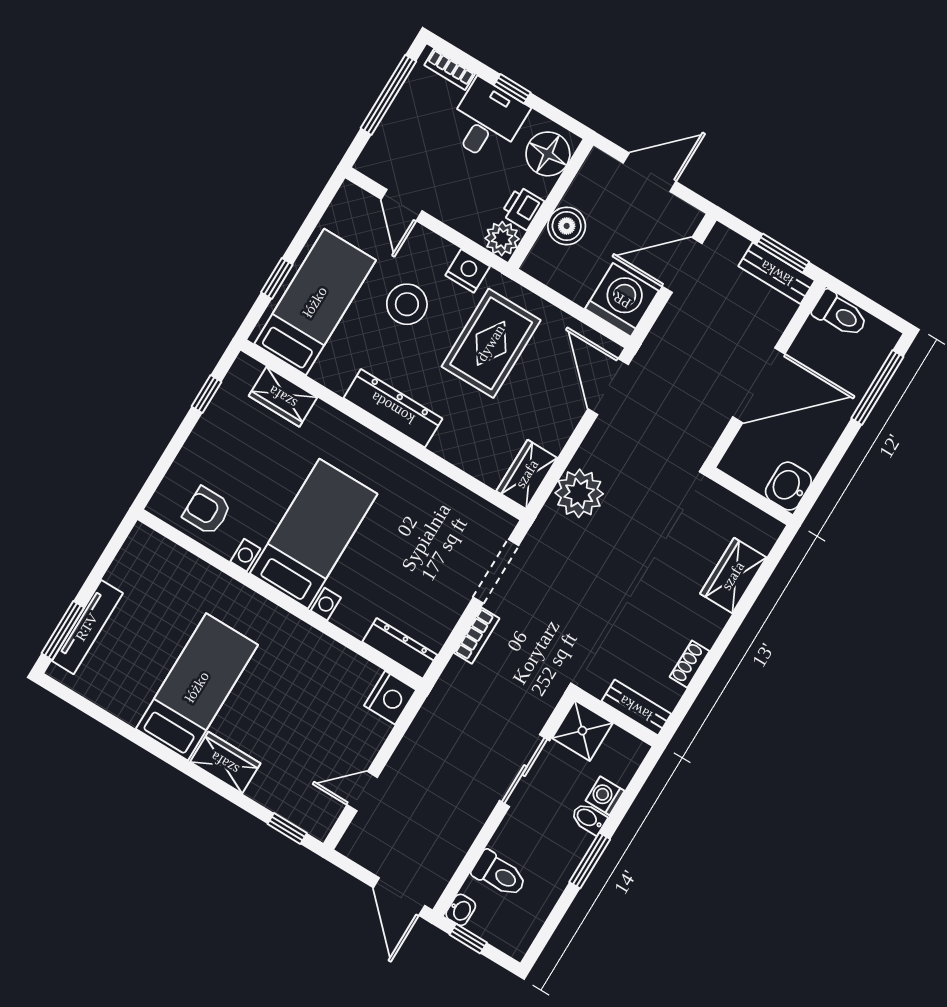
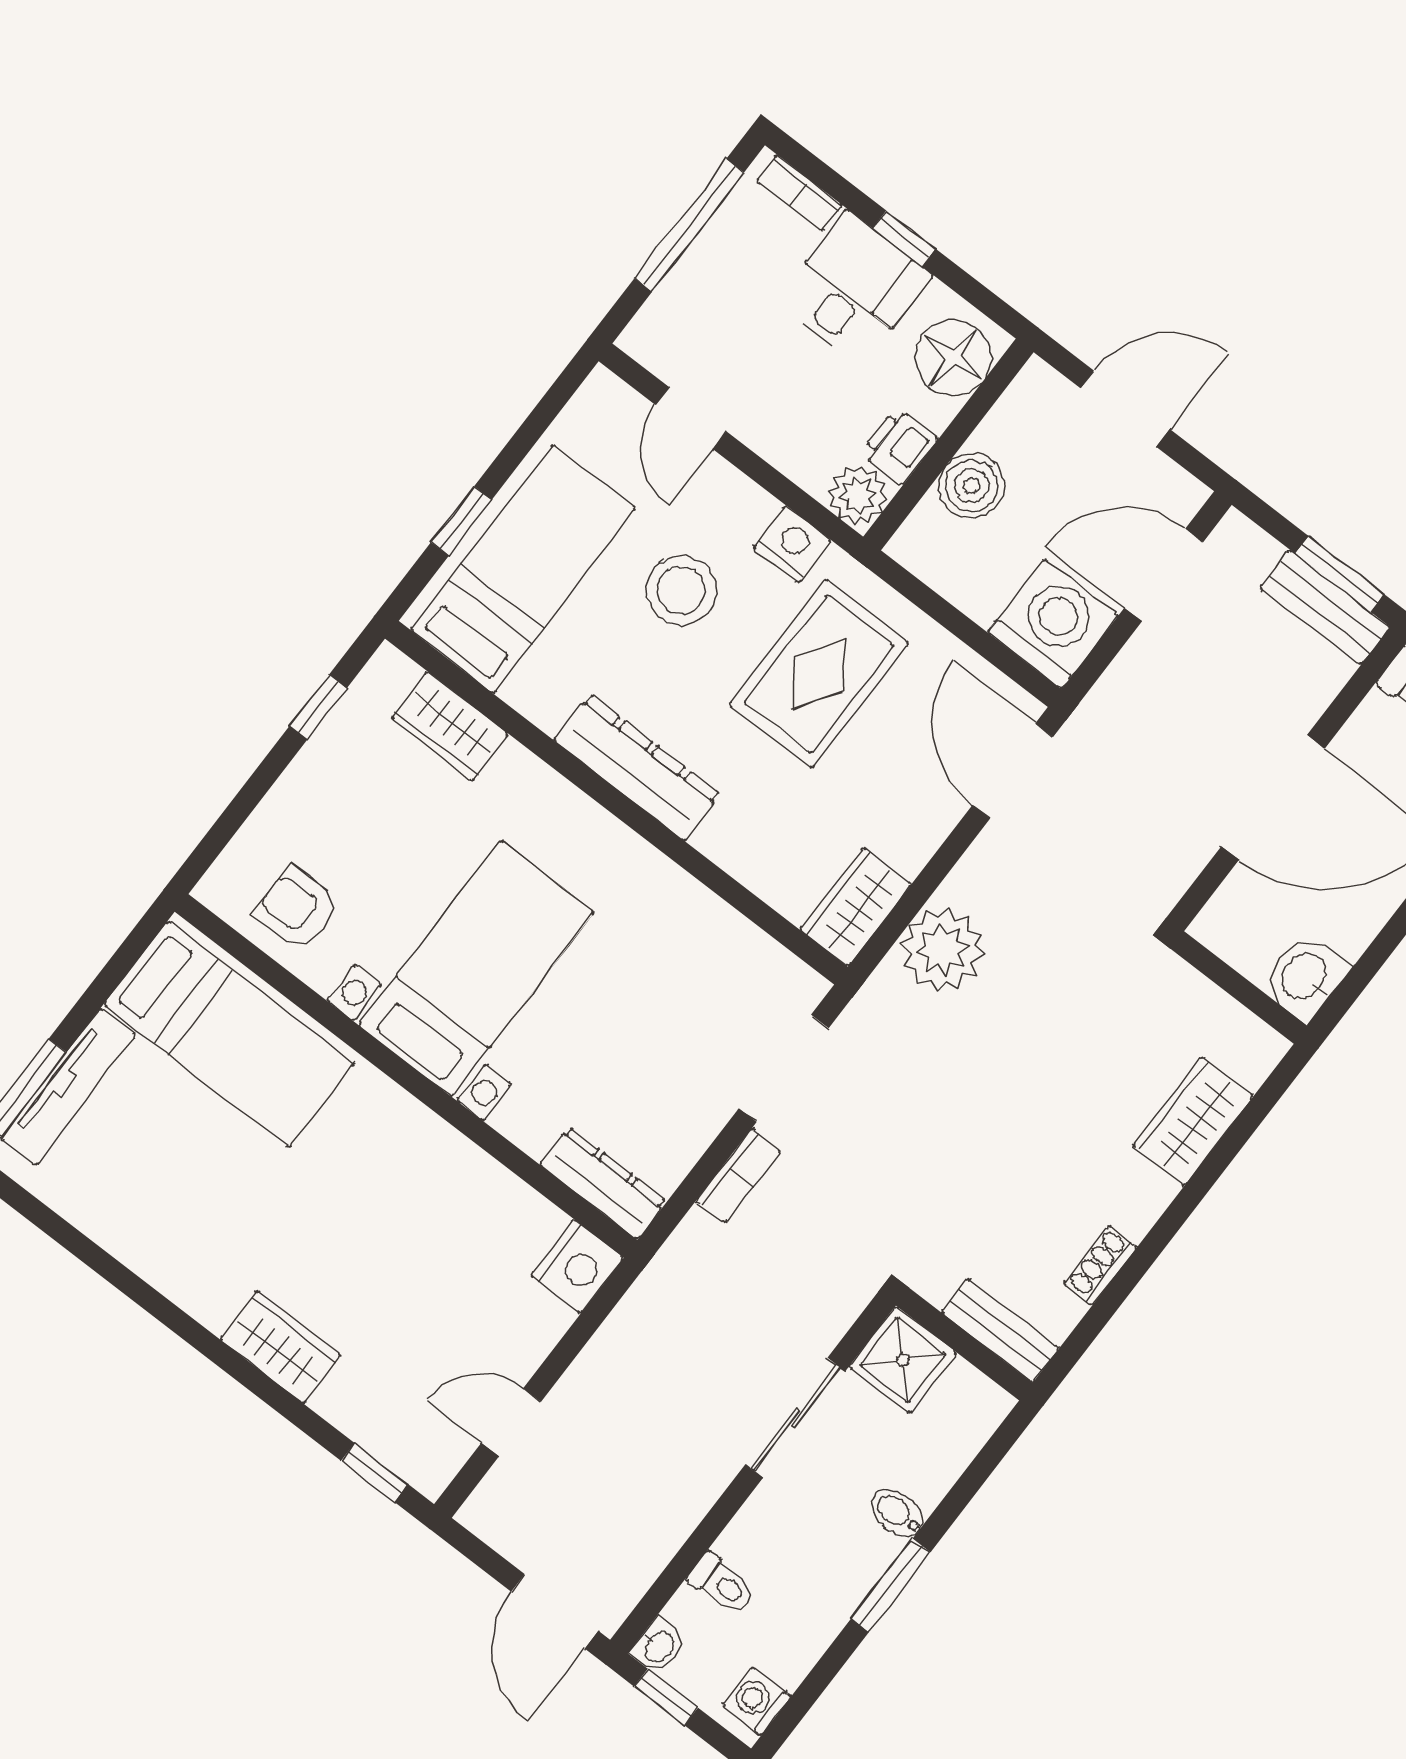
bed: (197, 687) -> (229, 1034), moved, turned 90
washing machine: (605, 796) -> (757, 1701), moved
toilet: (499, 874) -> (722, 1584), width x0.73, depth x0.72

